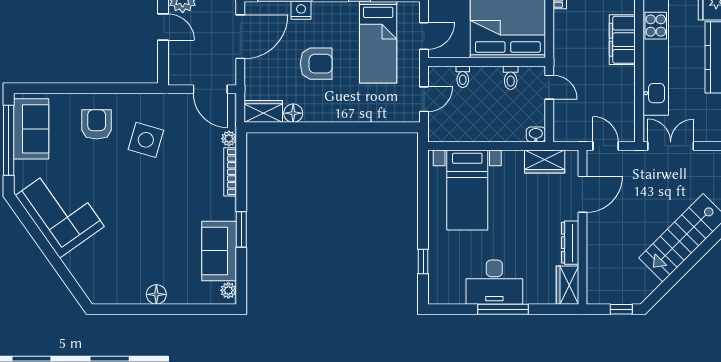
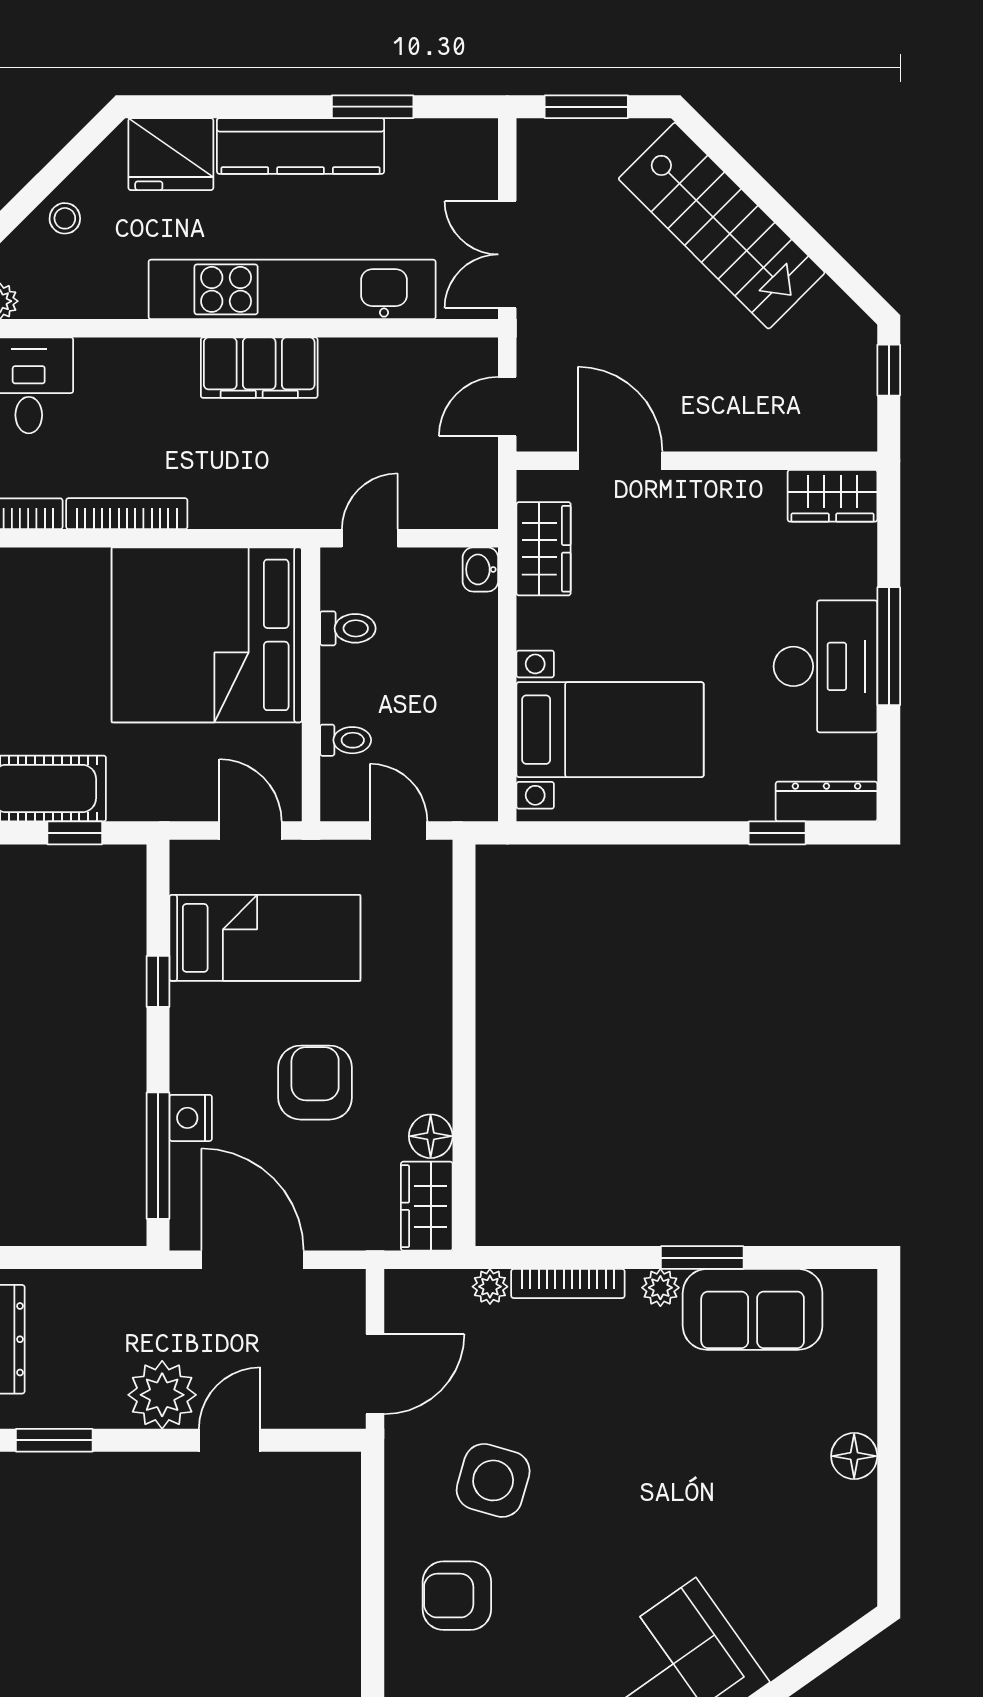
door: (210, 89) -> (375, 1374), moved
dresser: (570, 243) -> (826, 802), moved, turned 180
plant: (228, 290) -> (660, 1288), moved

